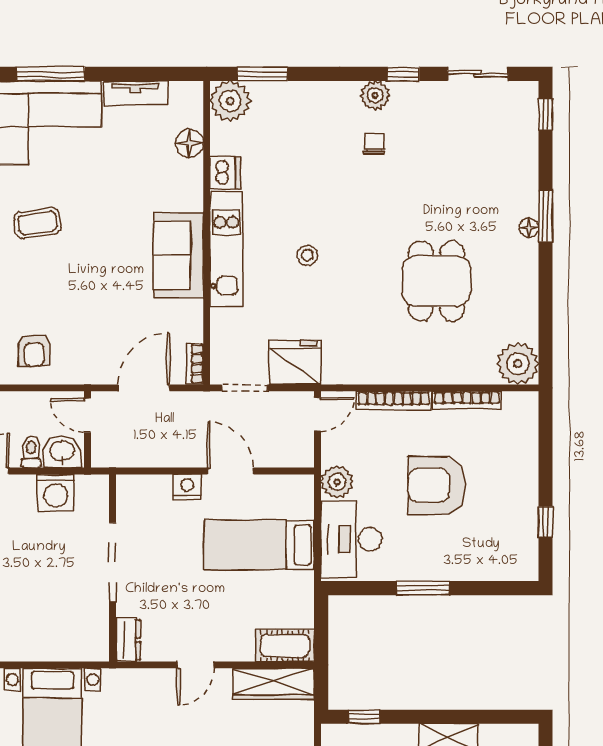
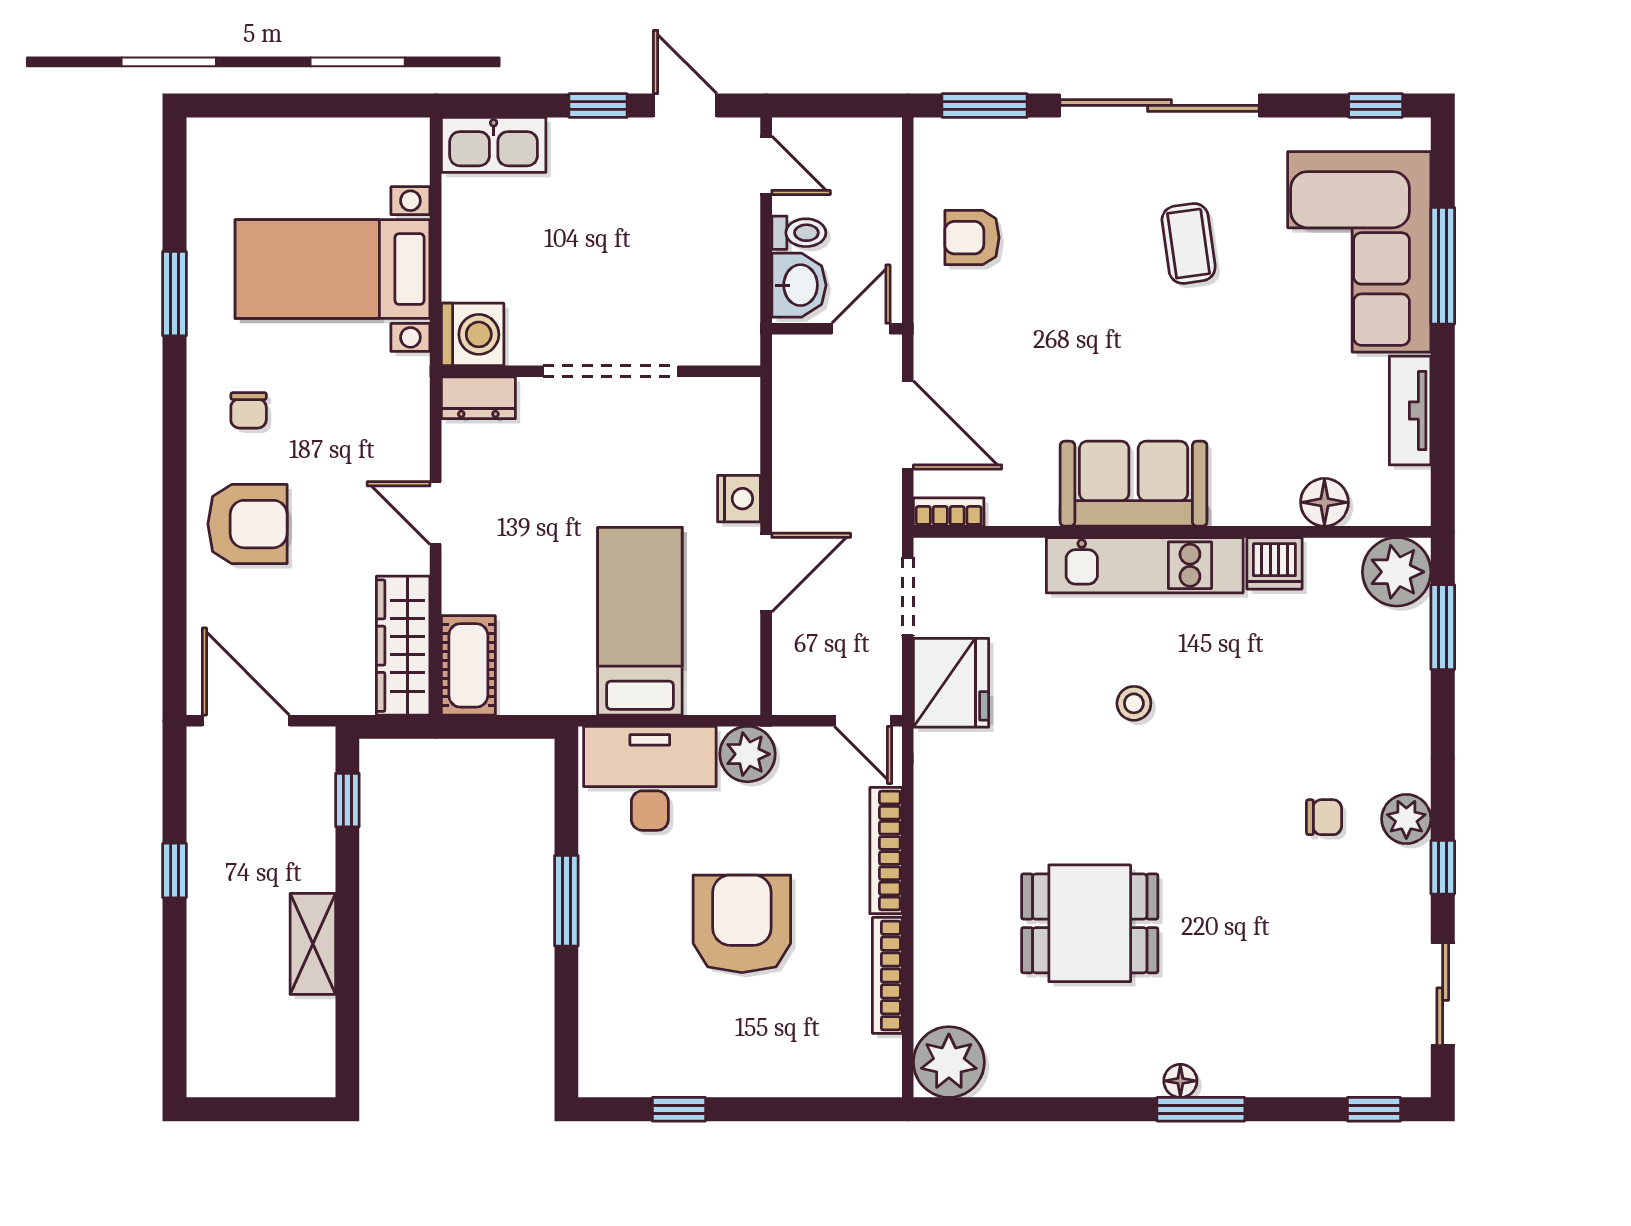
washing machine: (56, 493) -> (473, 334), moved, turned 180

